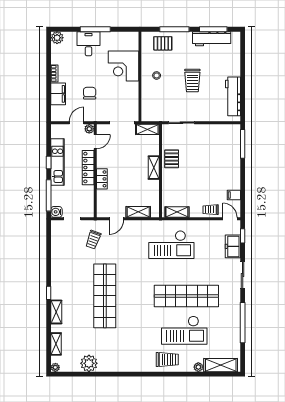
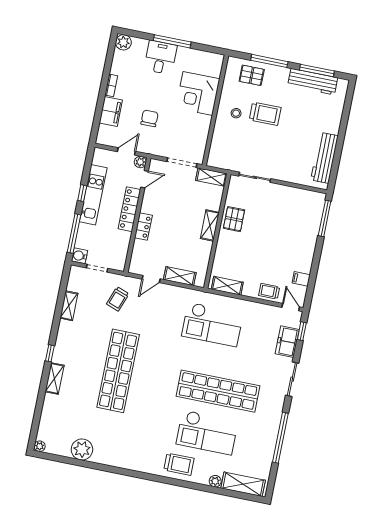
trolley: (192, 80) -> (265, 114), moved, turned -90
shelving: (56, 344) -> (69, 306), moved

